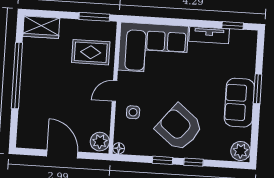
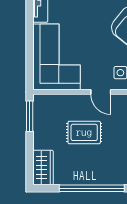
rug: (91, 52) -> (84, 132), moved, turned 90

